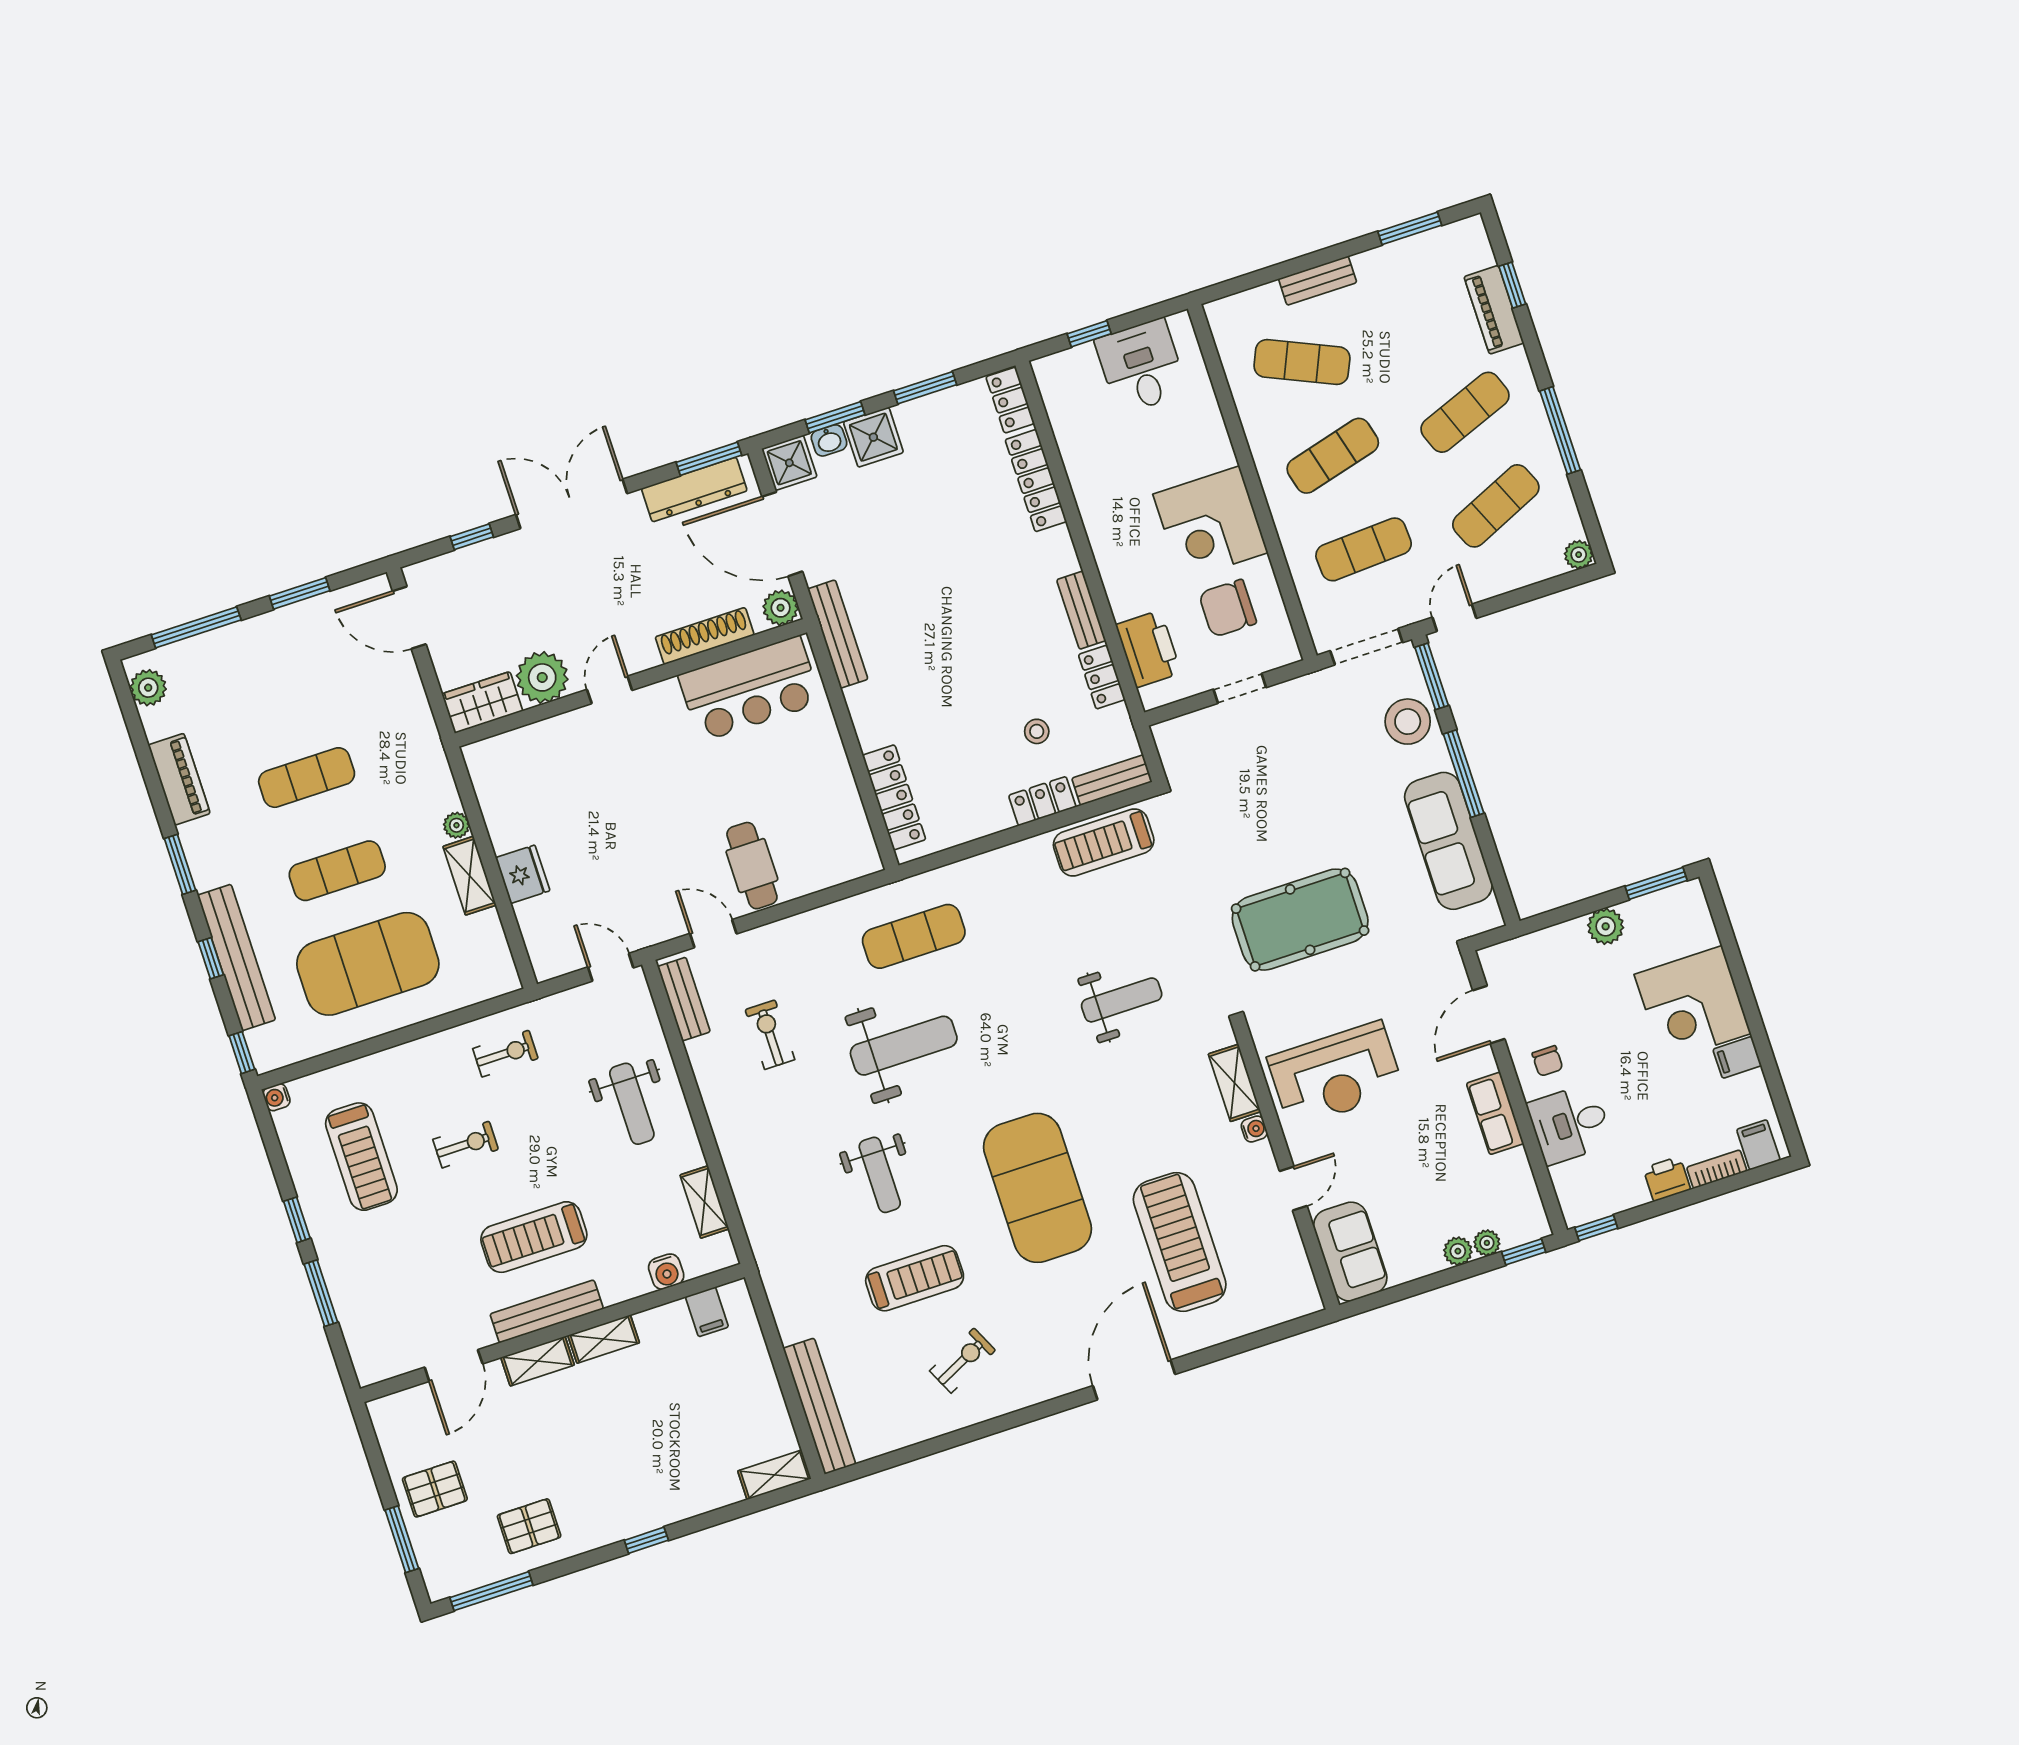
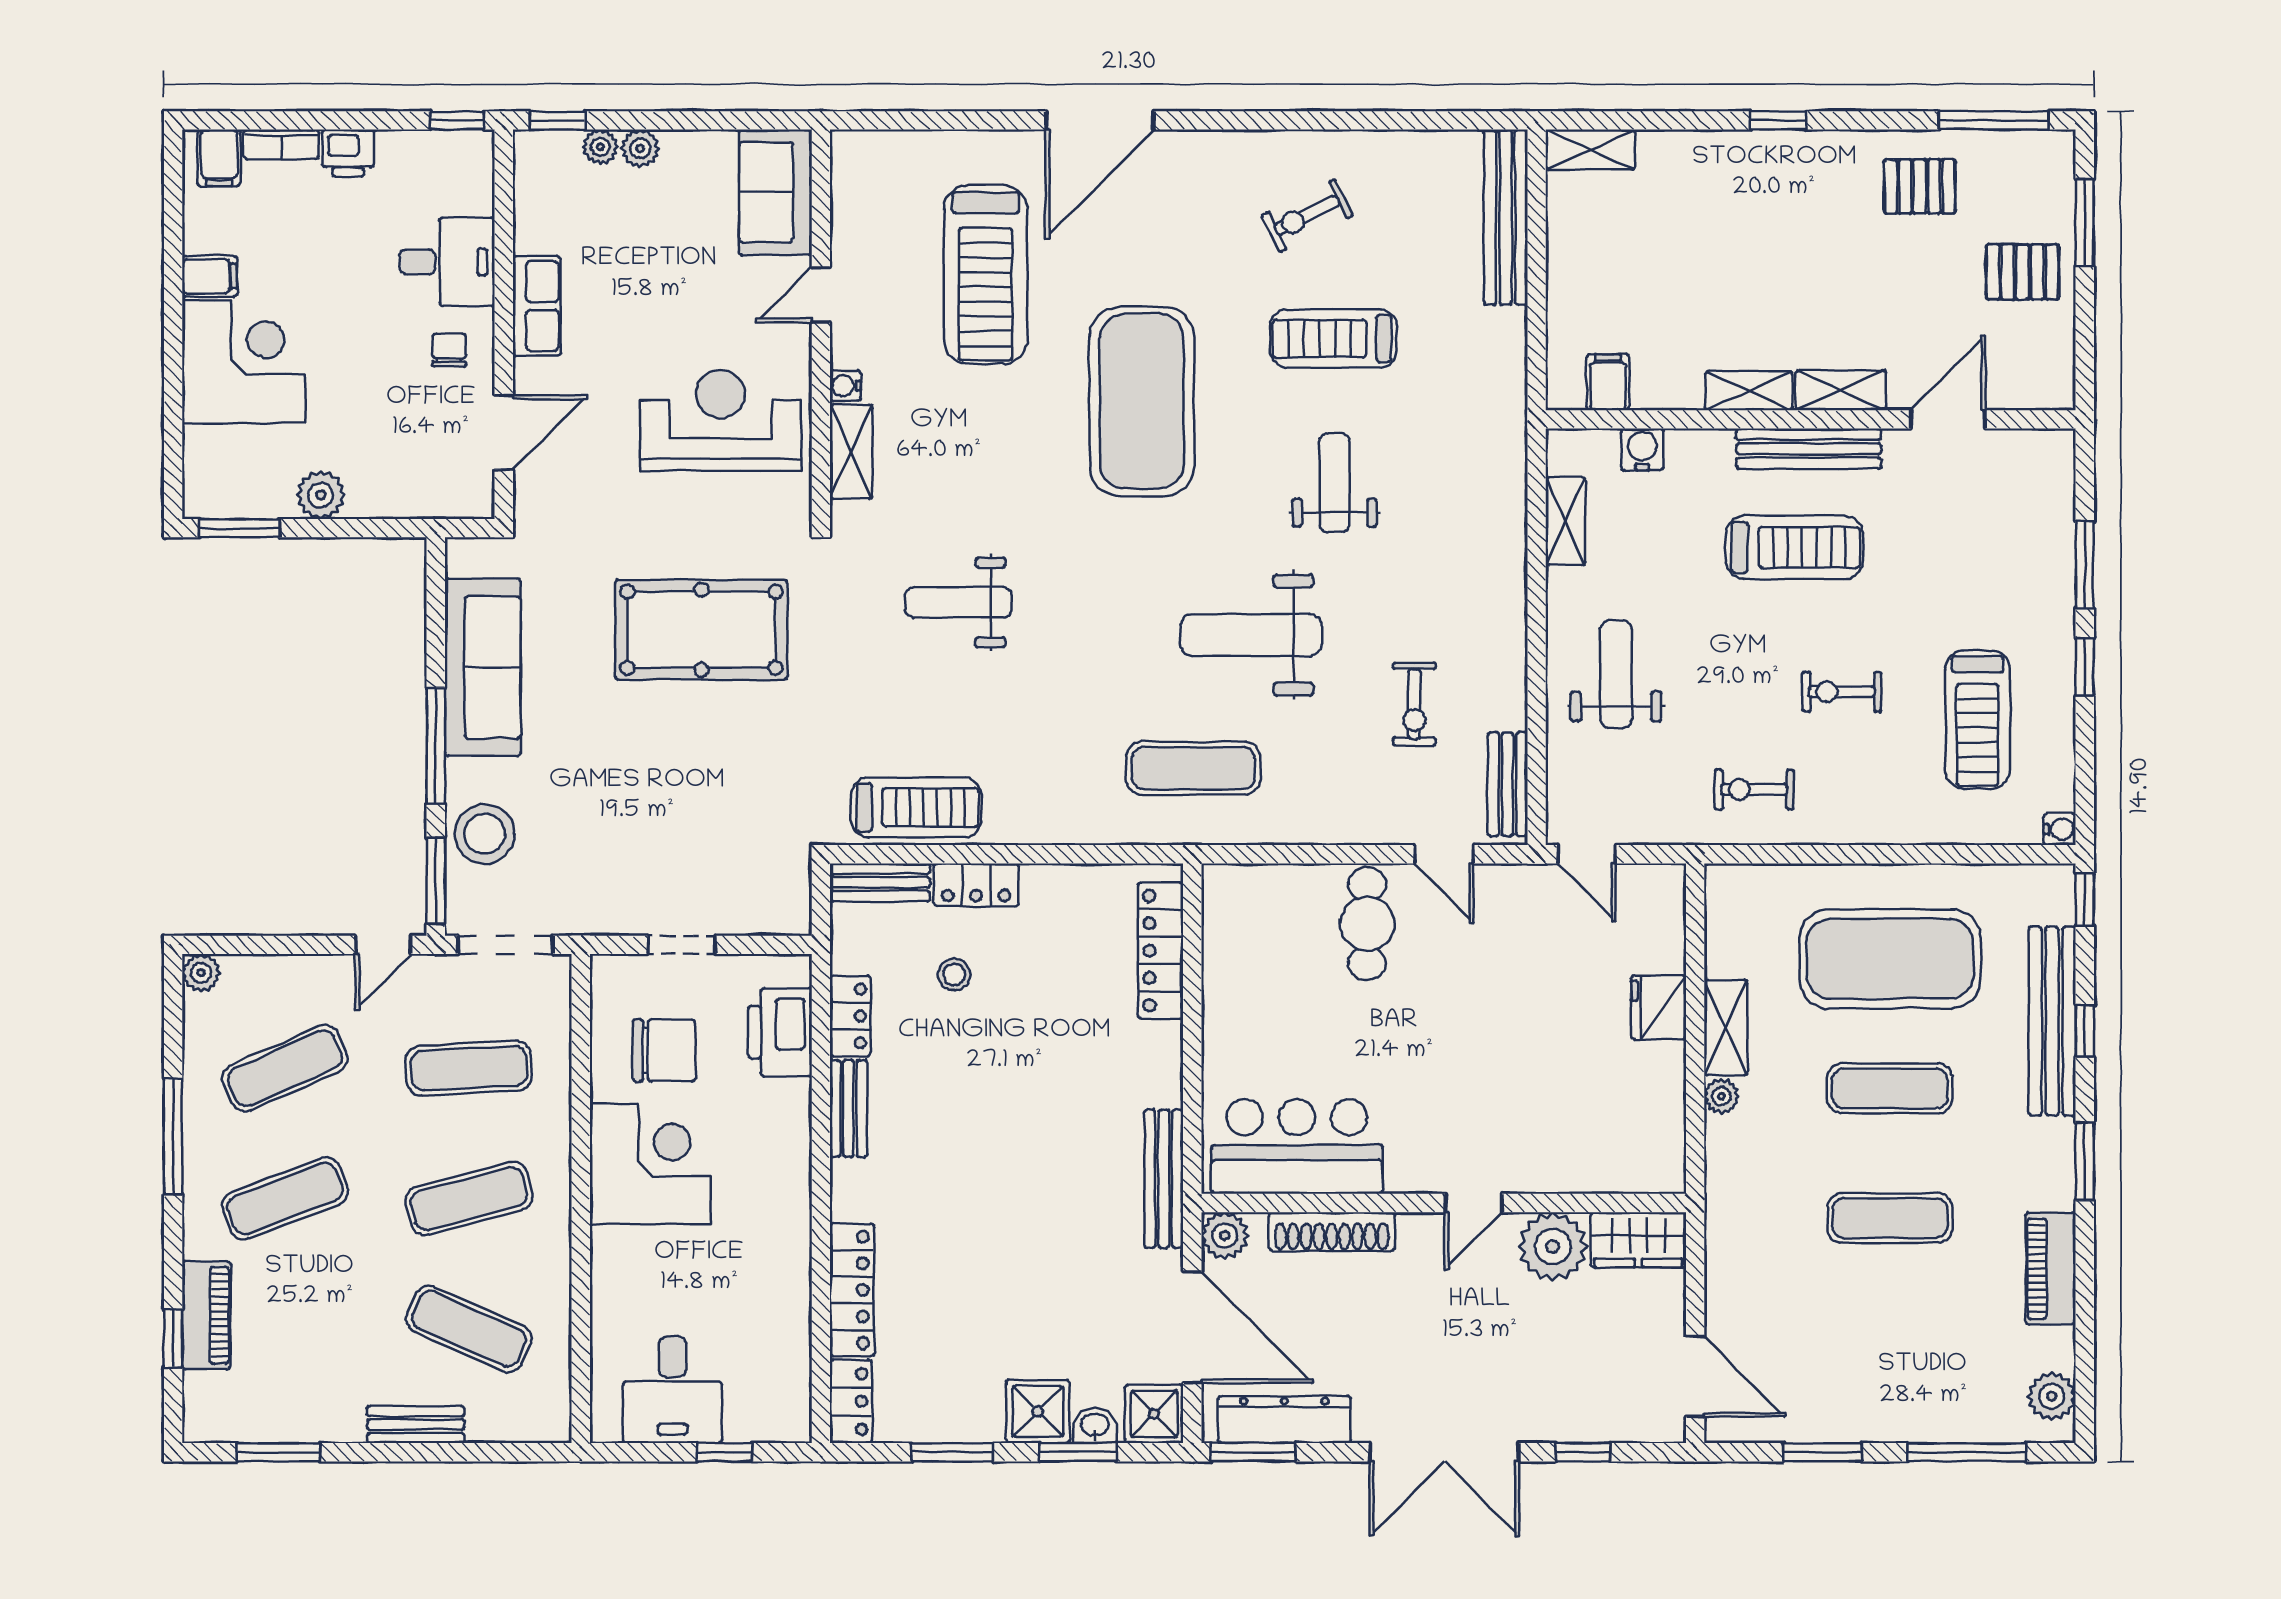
treadmill: (361, 1157) -> (1977, 720), turned 180

